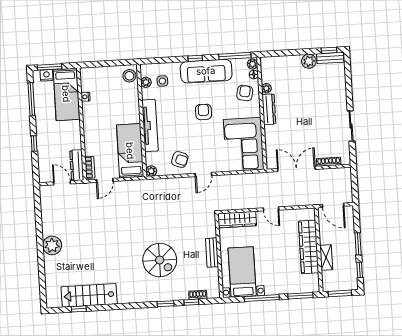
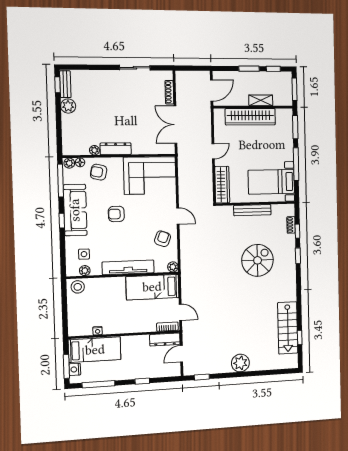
window: (38, 205) -> (202, 377), added
bench: (212, 253) -> (252, 210), width x1.36

